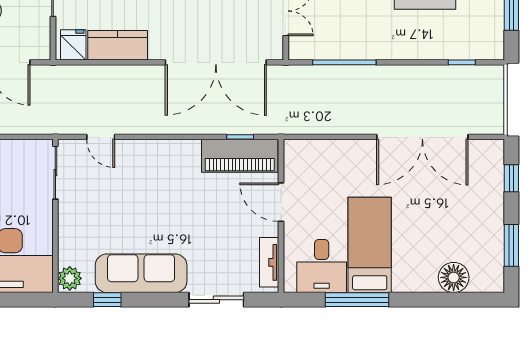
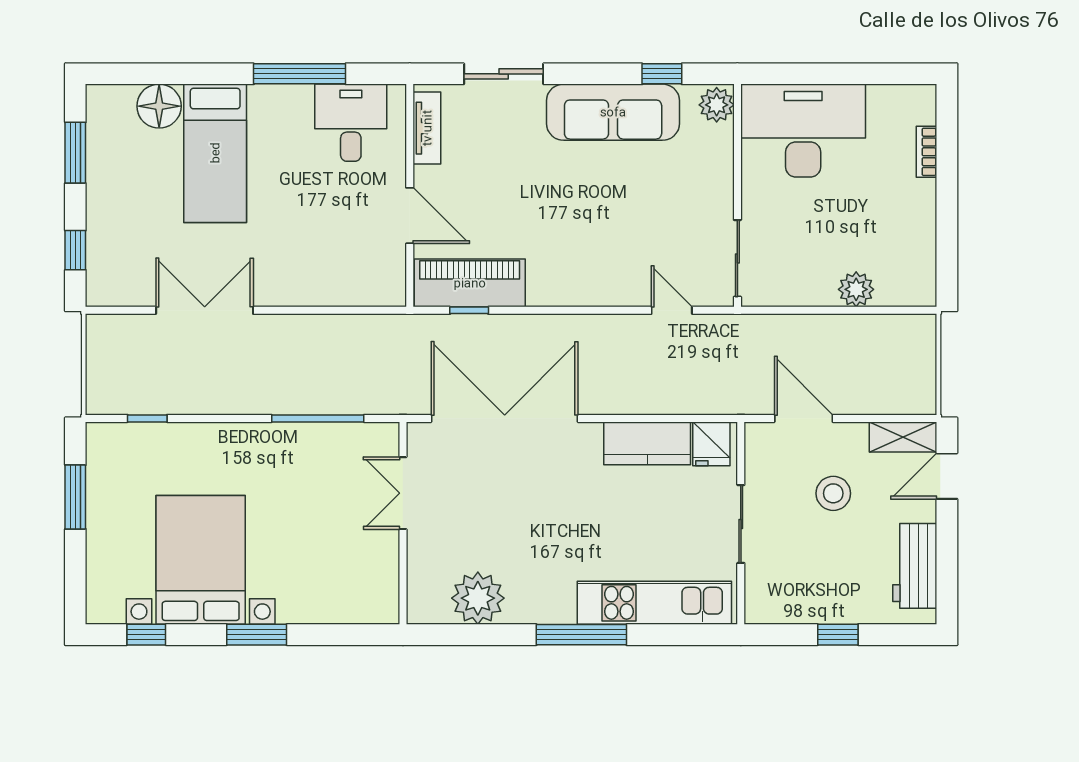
double door: (422, 137) -> (205, 310), width x0.73
bed: (370, 245) -> (215, 153), moved

